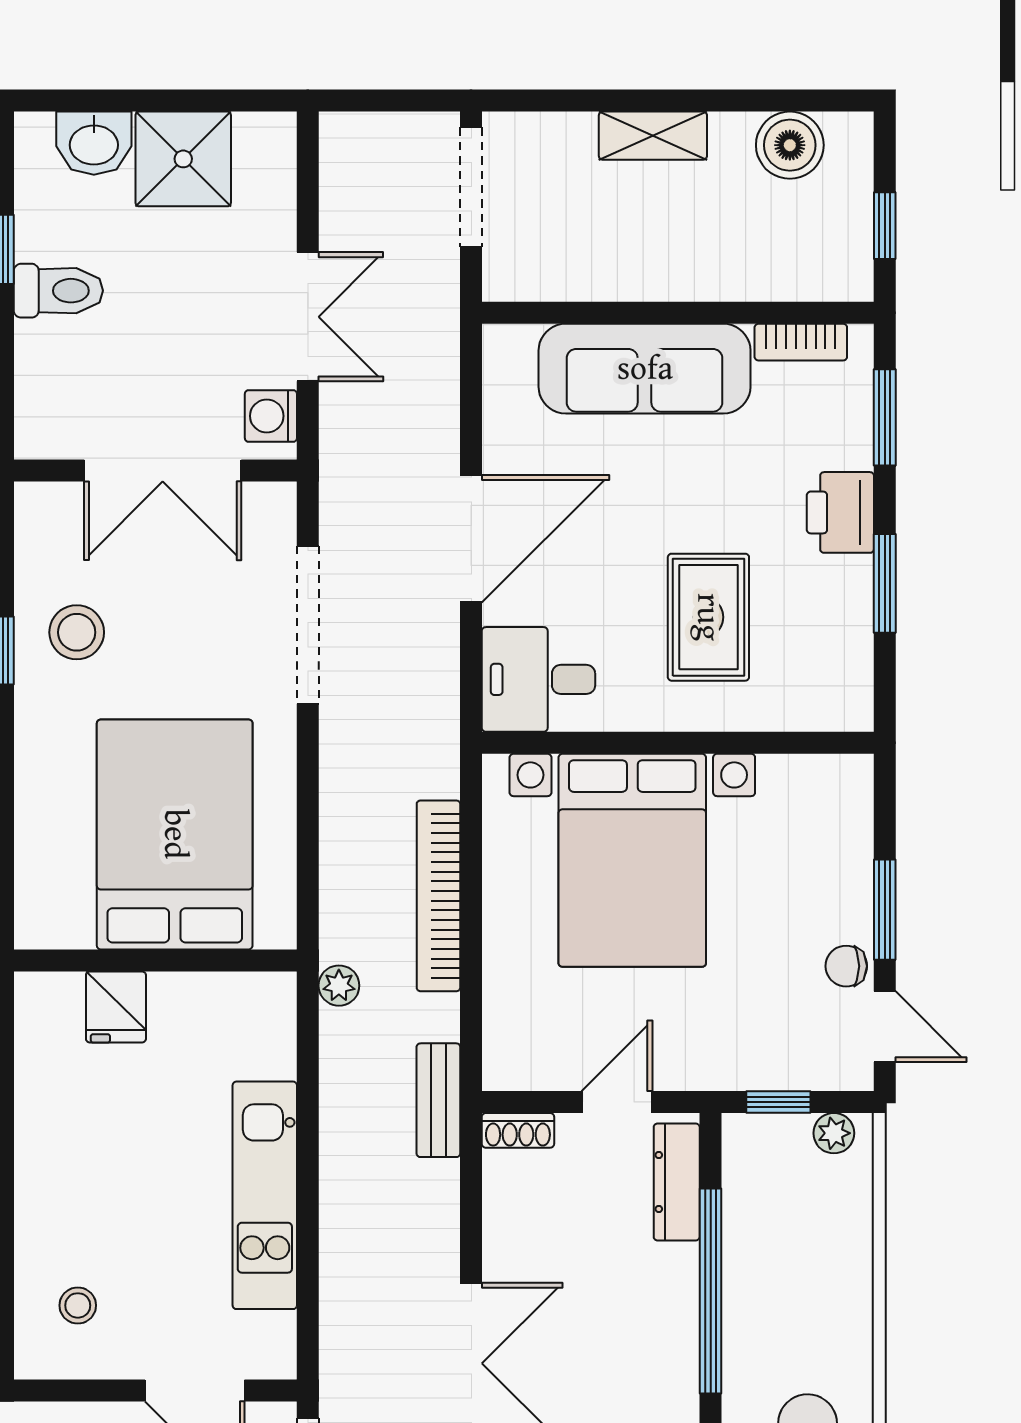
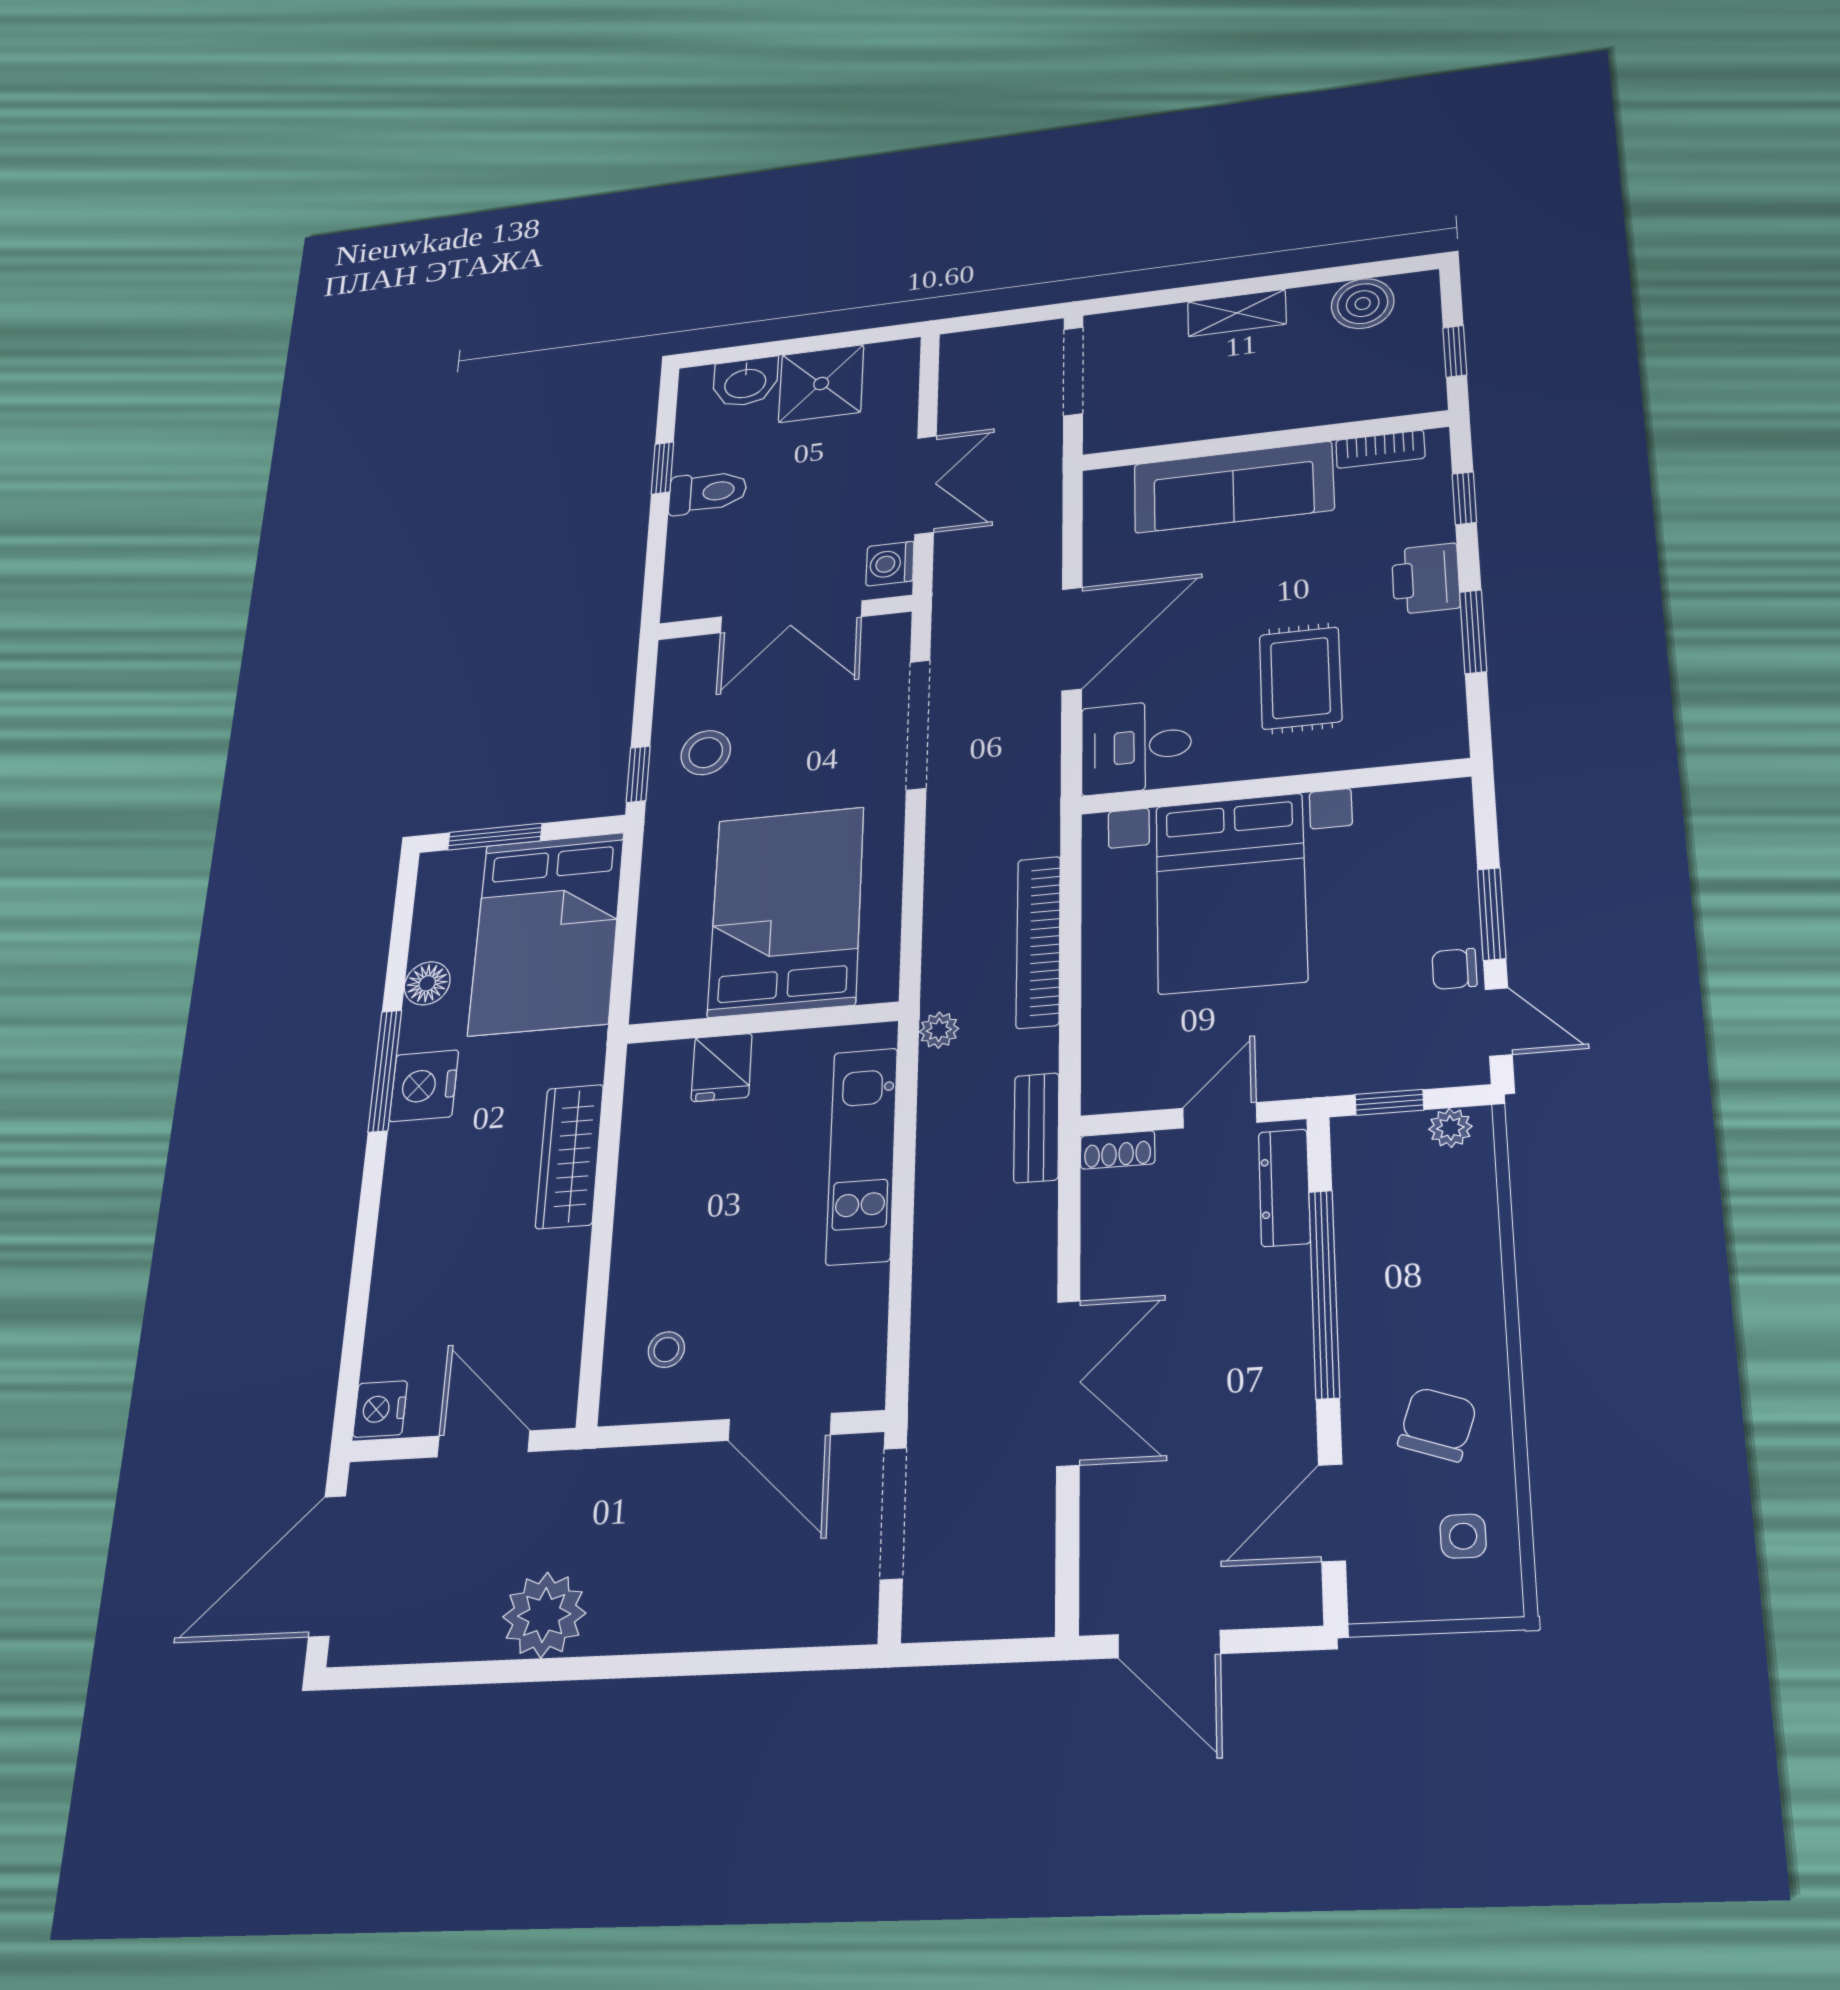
window: (885, 417) -> (1464, 498), width x0.67
kitchen unit: (265, 1195) -> (862, 1155), moved

